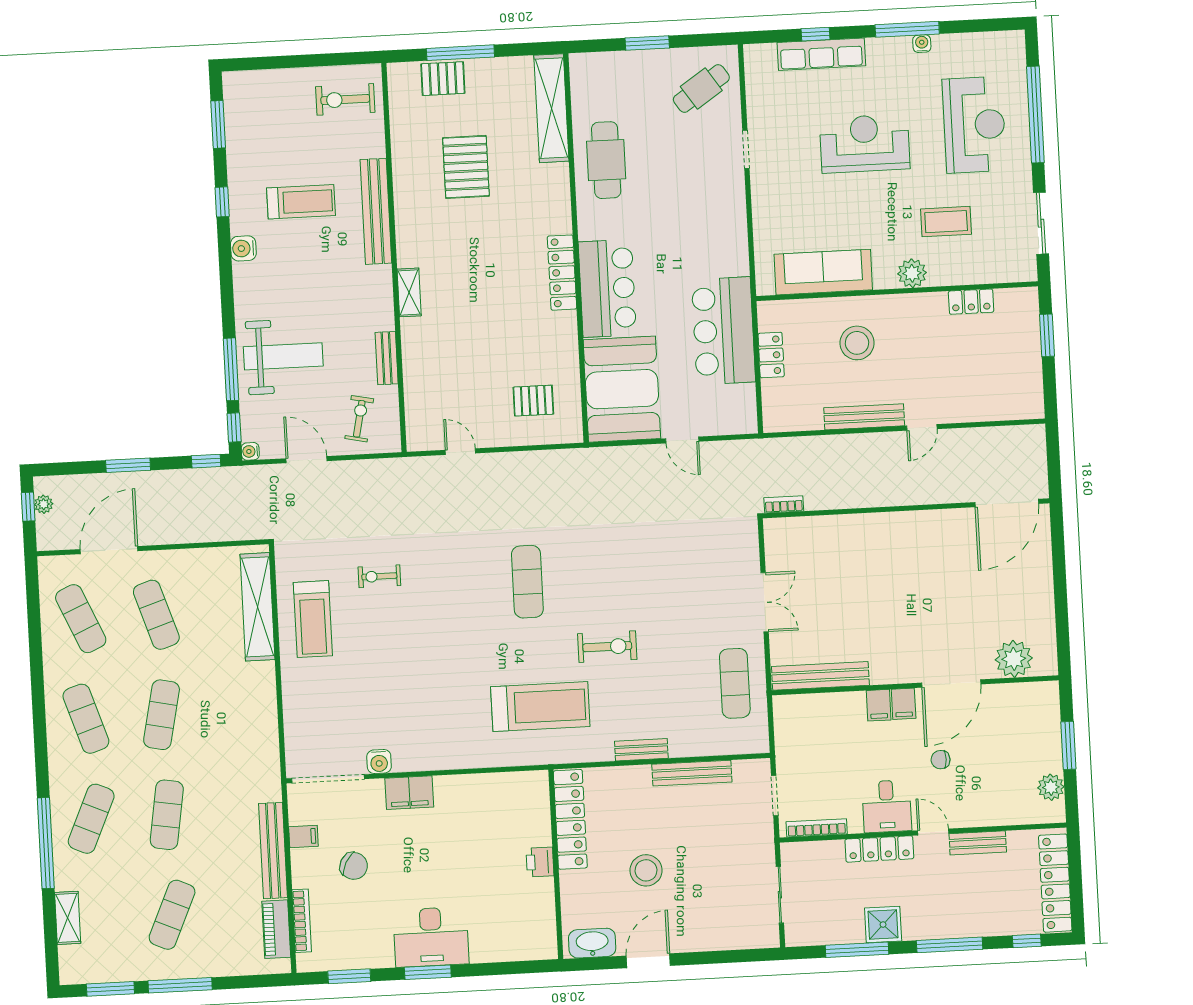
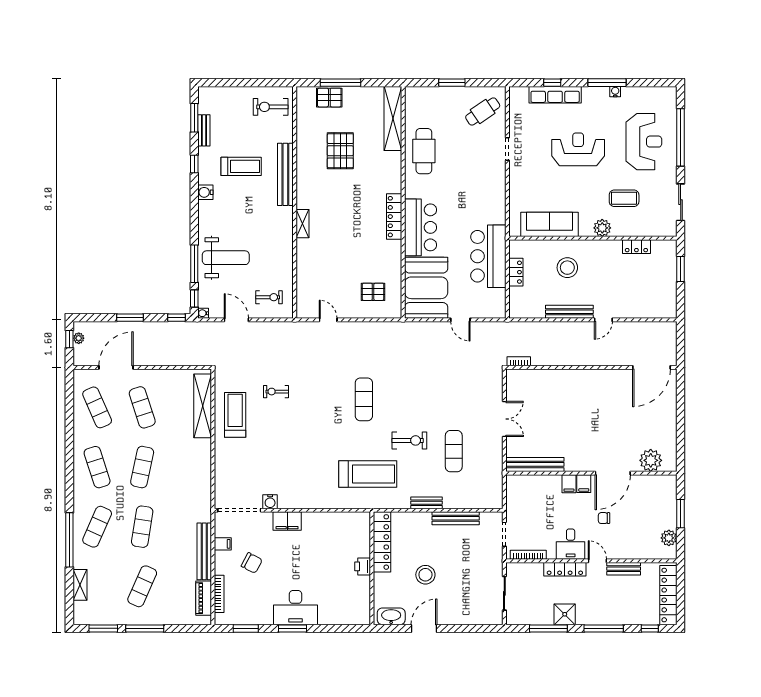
bench: (387, 358) -> (204, 130), moved
exercise bike: (359, 419) -> (269, 297), turned 78
treadmill: (313, 619) -> (235, 415), turned 180
exercise mat: (735, 683) -> (454, 451), moved

